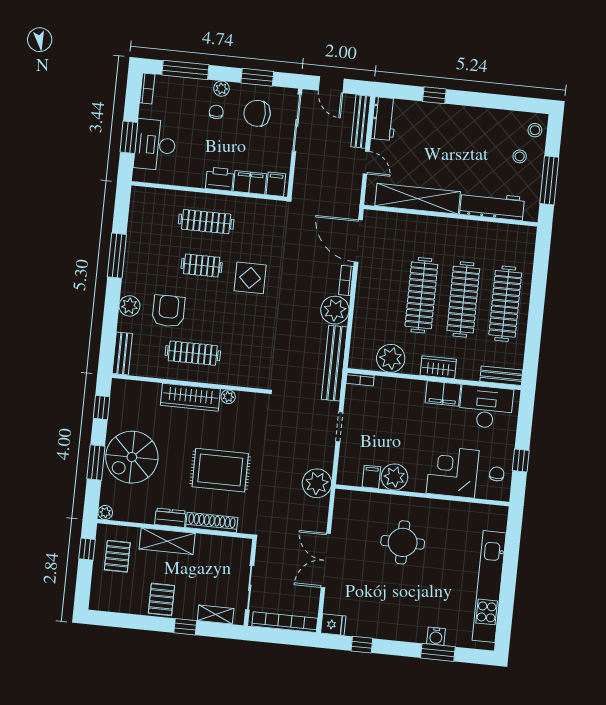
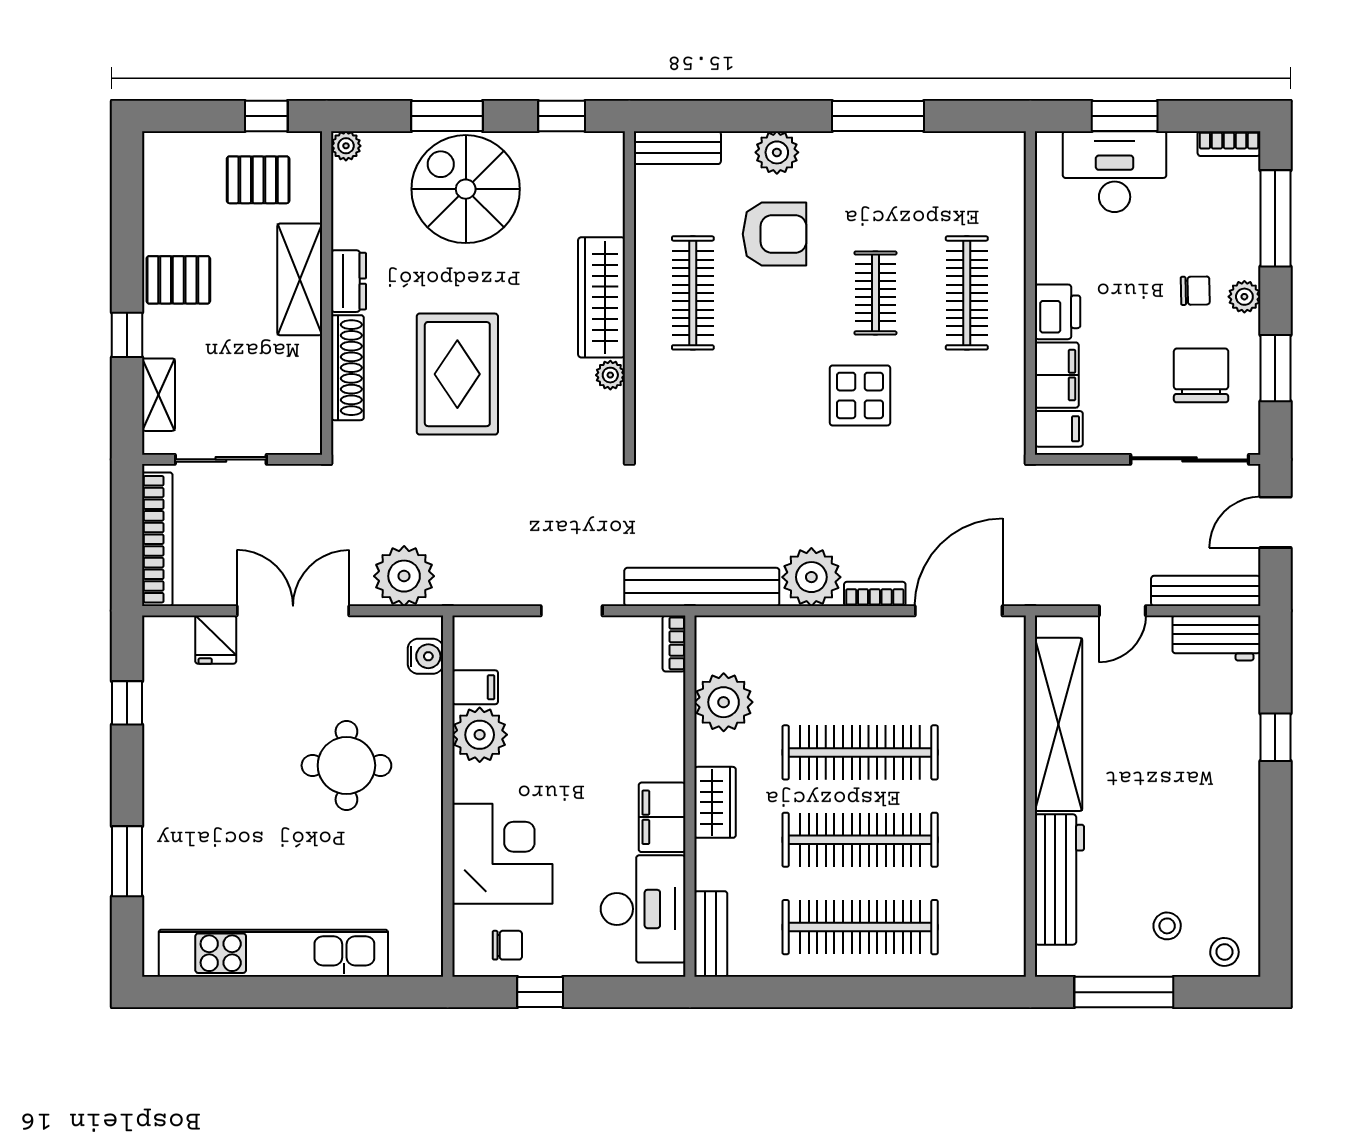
plant: (317, 483) -> (404, 576), moved
fridge: (333, 625) -> (216, 640), moved
water cooler: (436, 636) -> (425, 656), moved, turned 180

